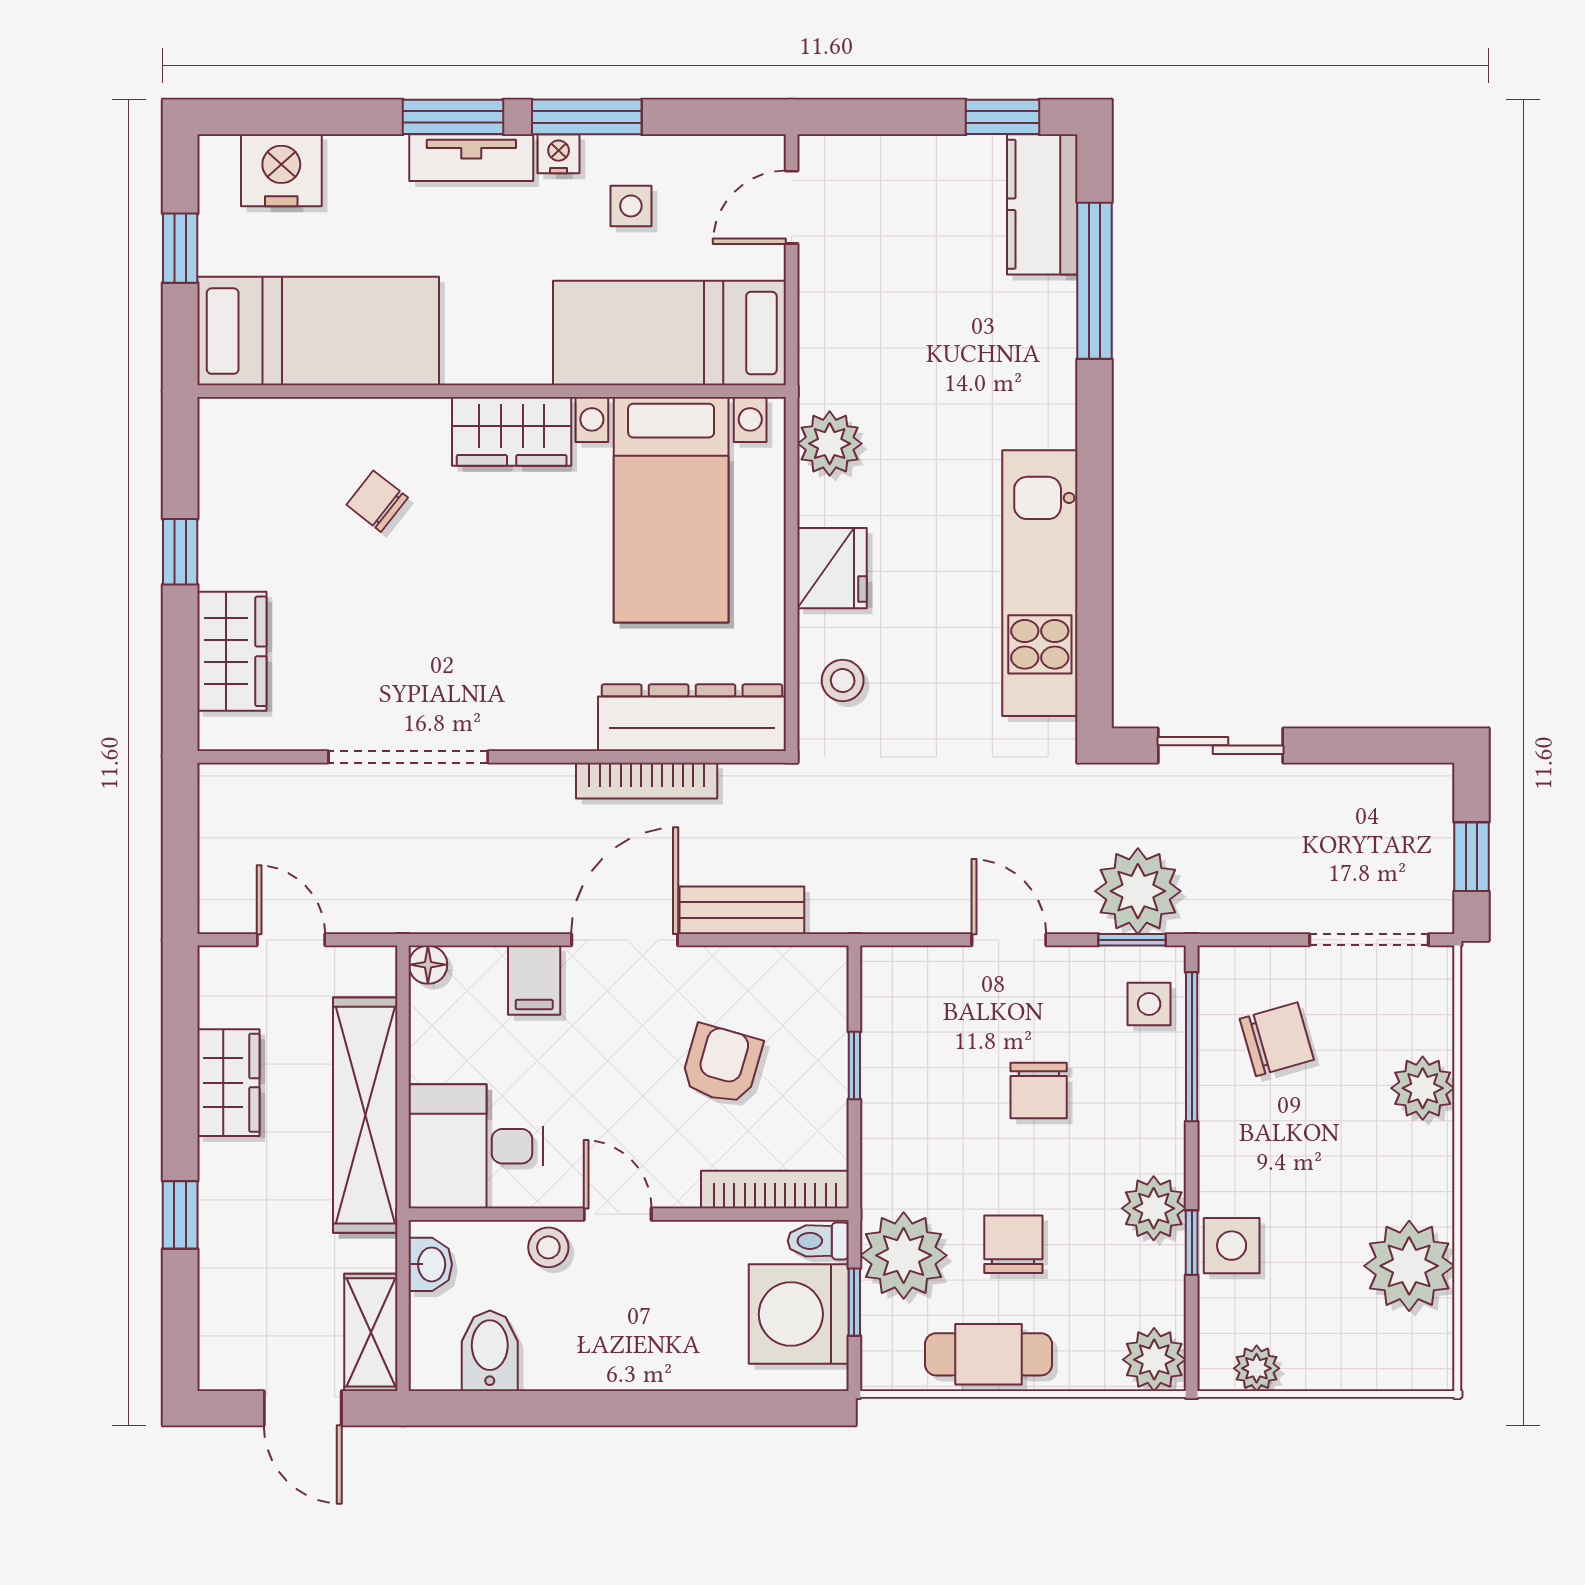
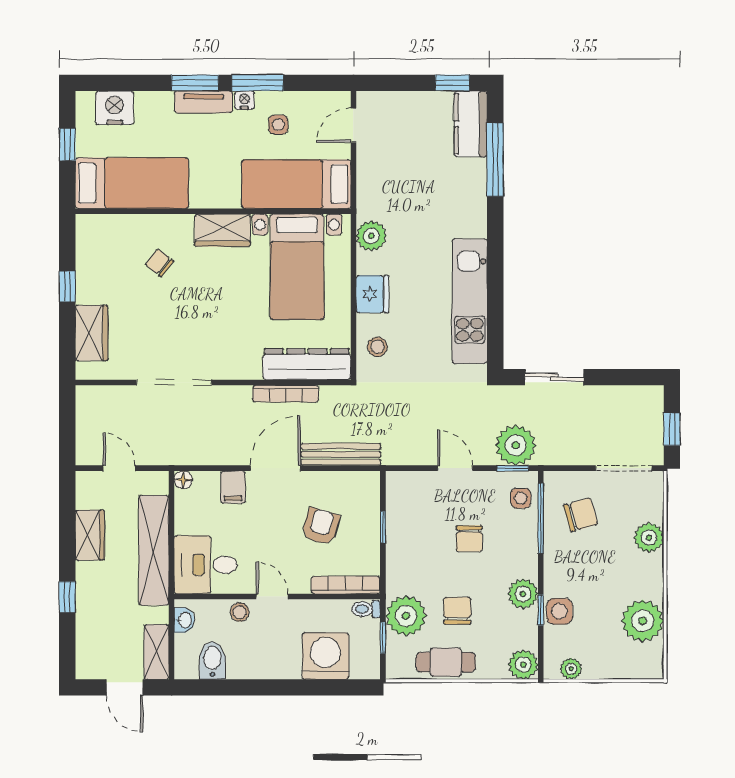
bench: (742, 910) -> (341, 454), width x1.36
washing machine: (799, 1314) -> (325, 656), moved, turned 90

